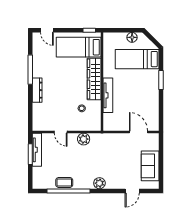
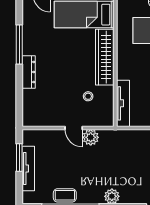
tv unit: (108, 95) -> (123, 103), moved
door: (61, 132) -> (74, 128), moved
tv unit: (37, 150) -> (28, 169), moved

